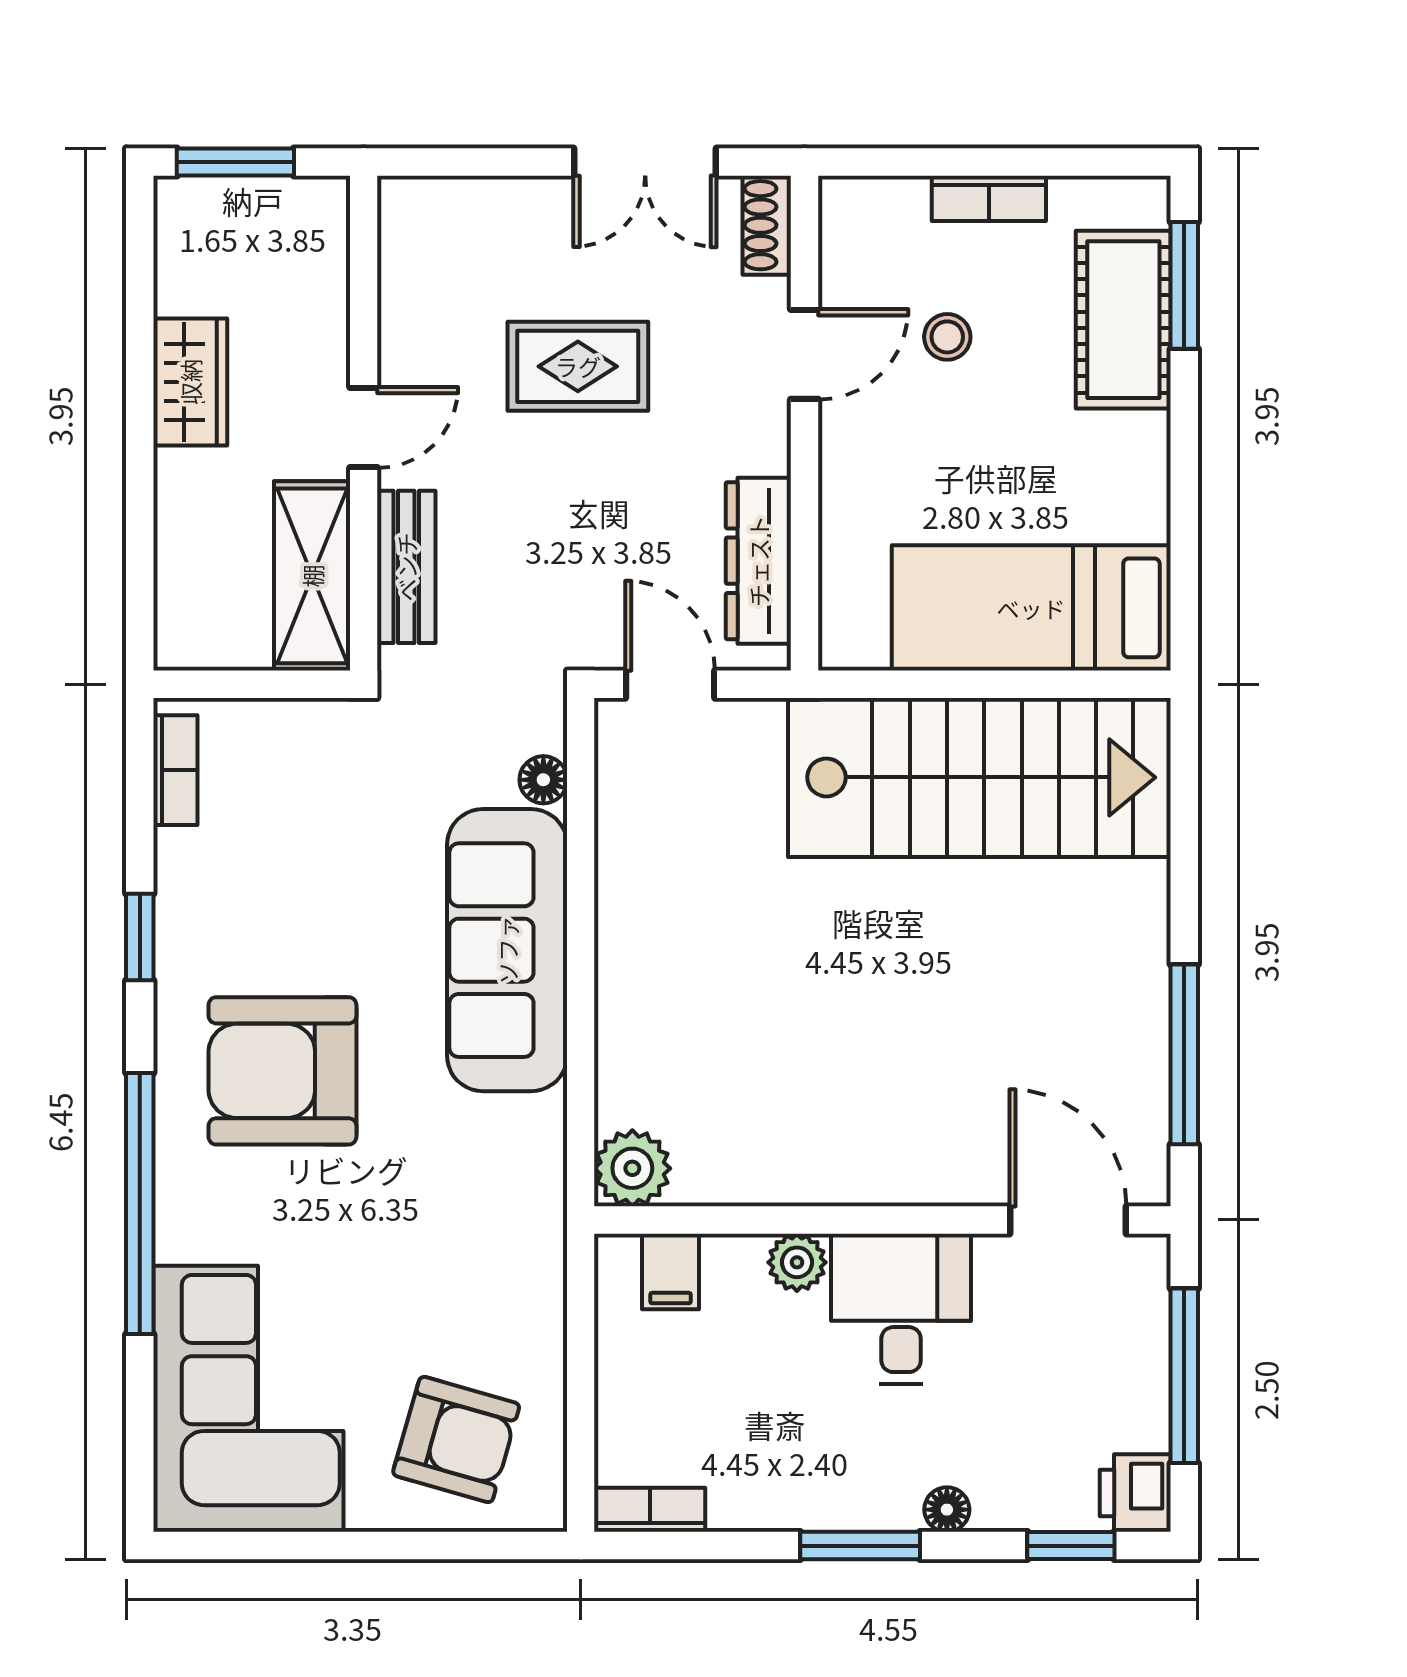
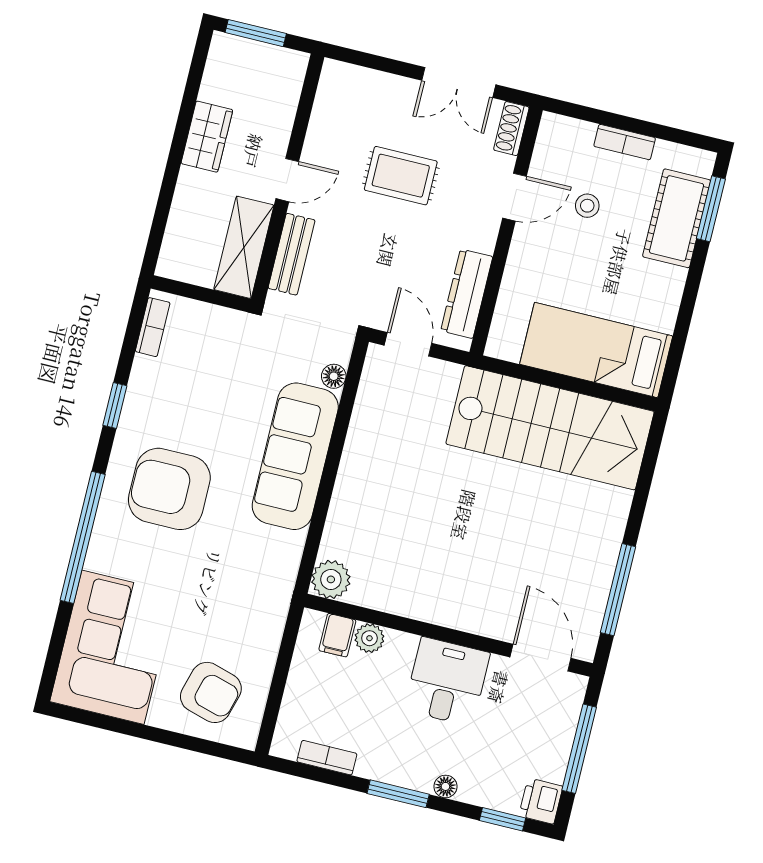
plant: (797, 1262) -> (369, 638), moved
bookcase: (650, 1510) -> (327, 758), moved

